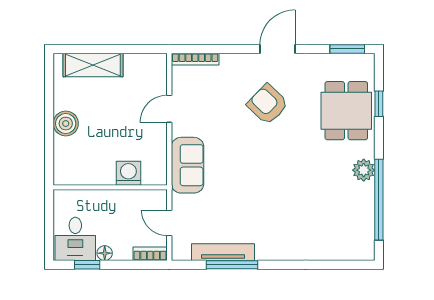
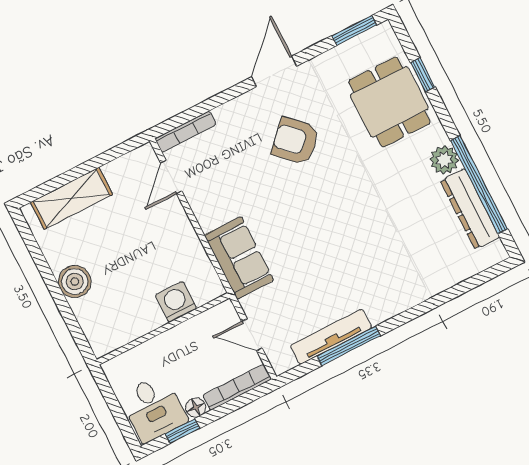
door: (169, 109) -> (171, 177), moved
dresser: (364, 213) -> (470, 209), added
bookcase: (150, 254) -> (237, 387), width x1.56

